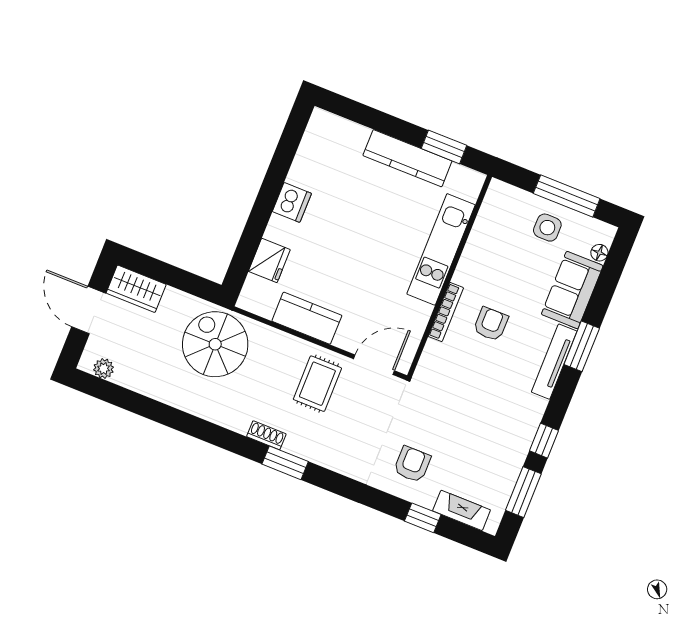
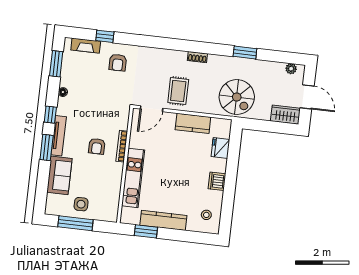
stool: (327, 147) -> (206, 215), added
floor lamp: (599, 253) -> (63, 92), moved
window: (544, 441) -> (50, 115), moved
window: (285, 463) -> (245, 53), moved

